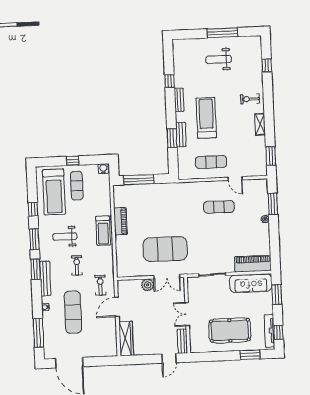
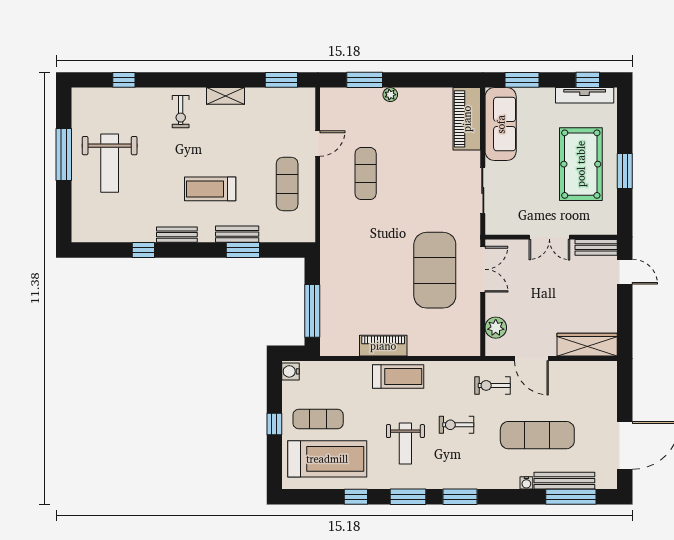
weight bench: (219, 59) -> (110, 163), width x1.36, depth x1.33
treadmill: (206, 118) -> (210, 189), width x0.73, depth x0.73
bench: (45, 278) -> (564, 481), moved
plant: (148, 285) -> (496, 328), moved
window: (250, 355) -> (625, 171), moved

